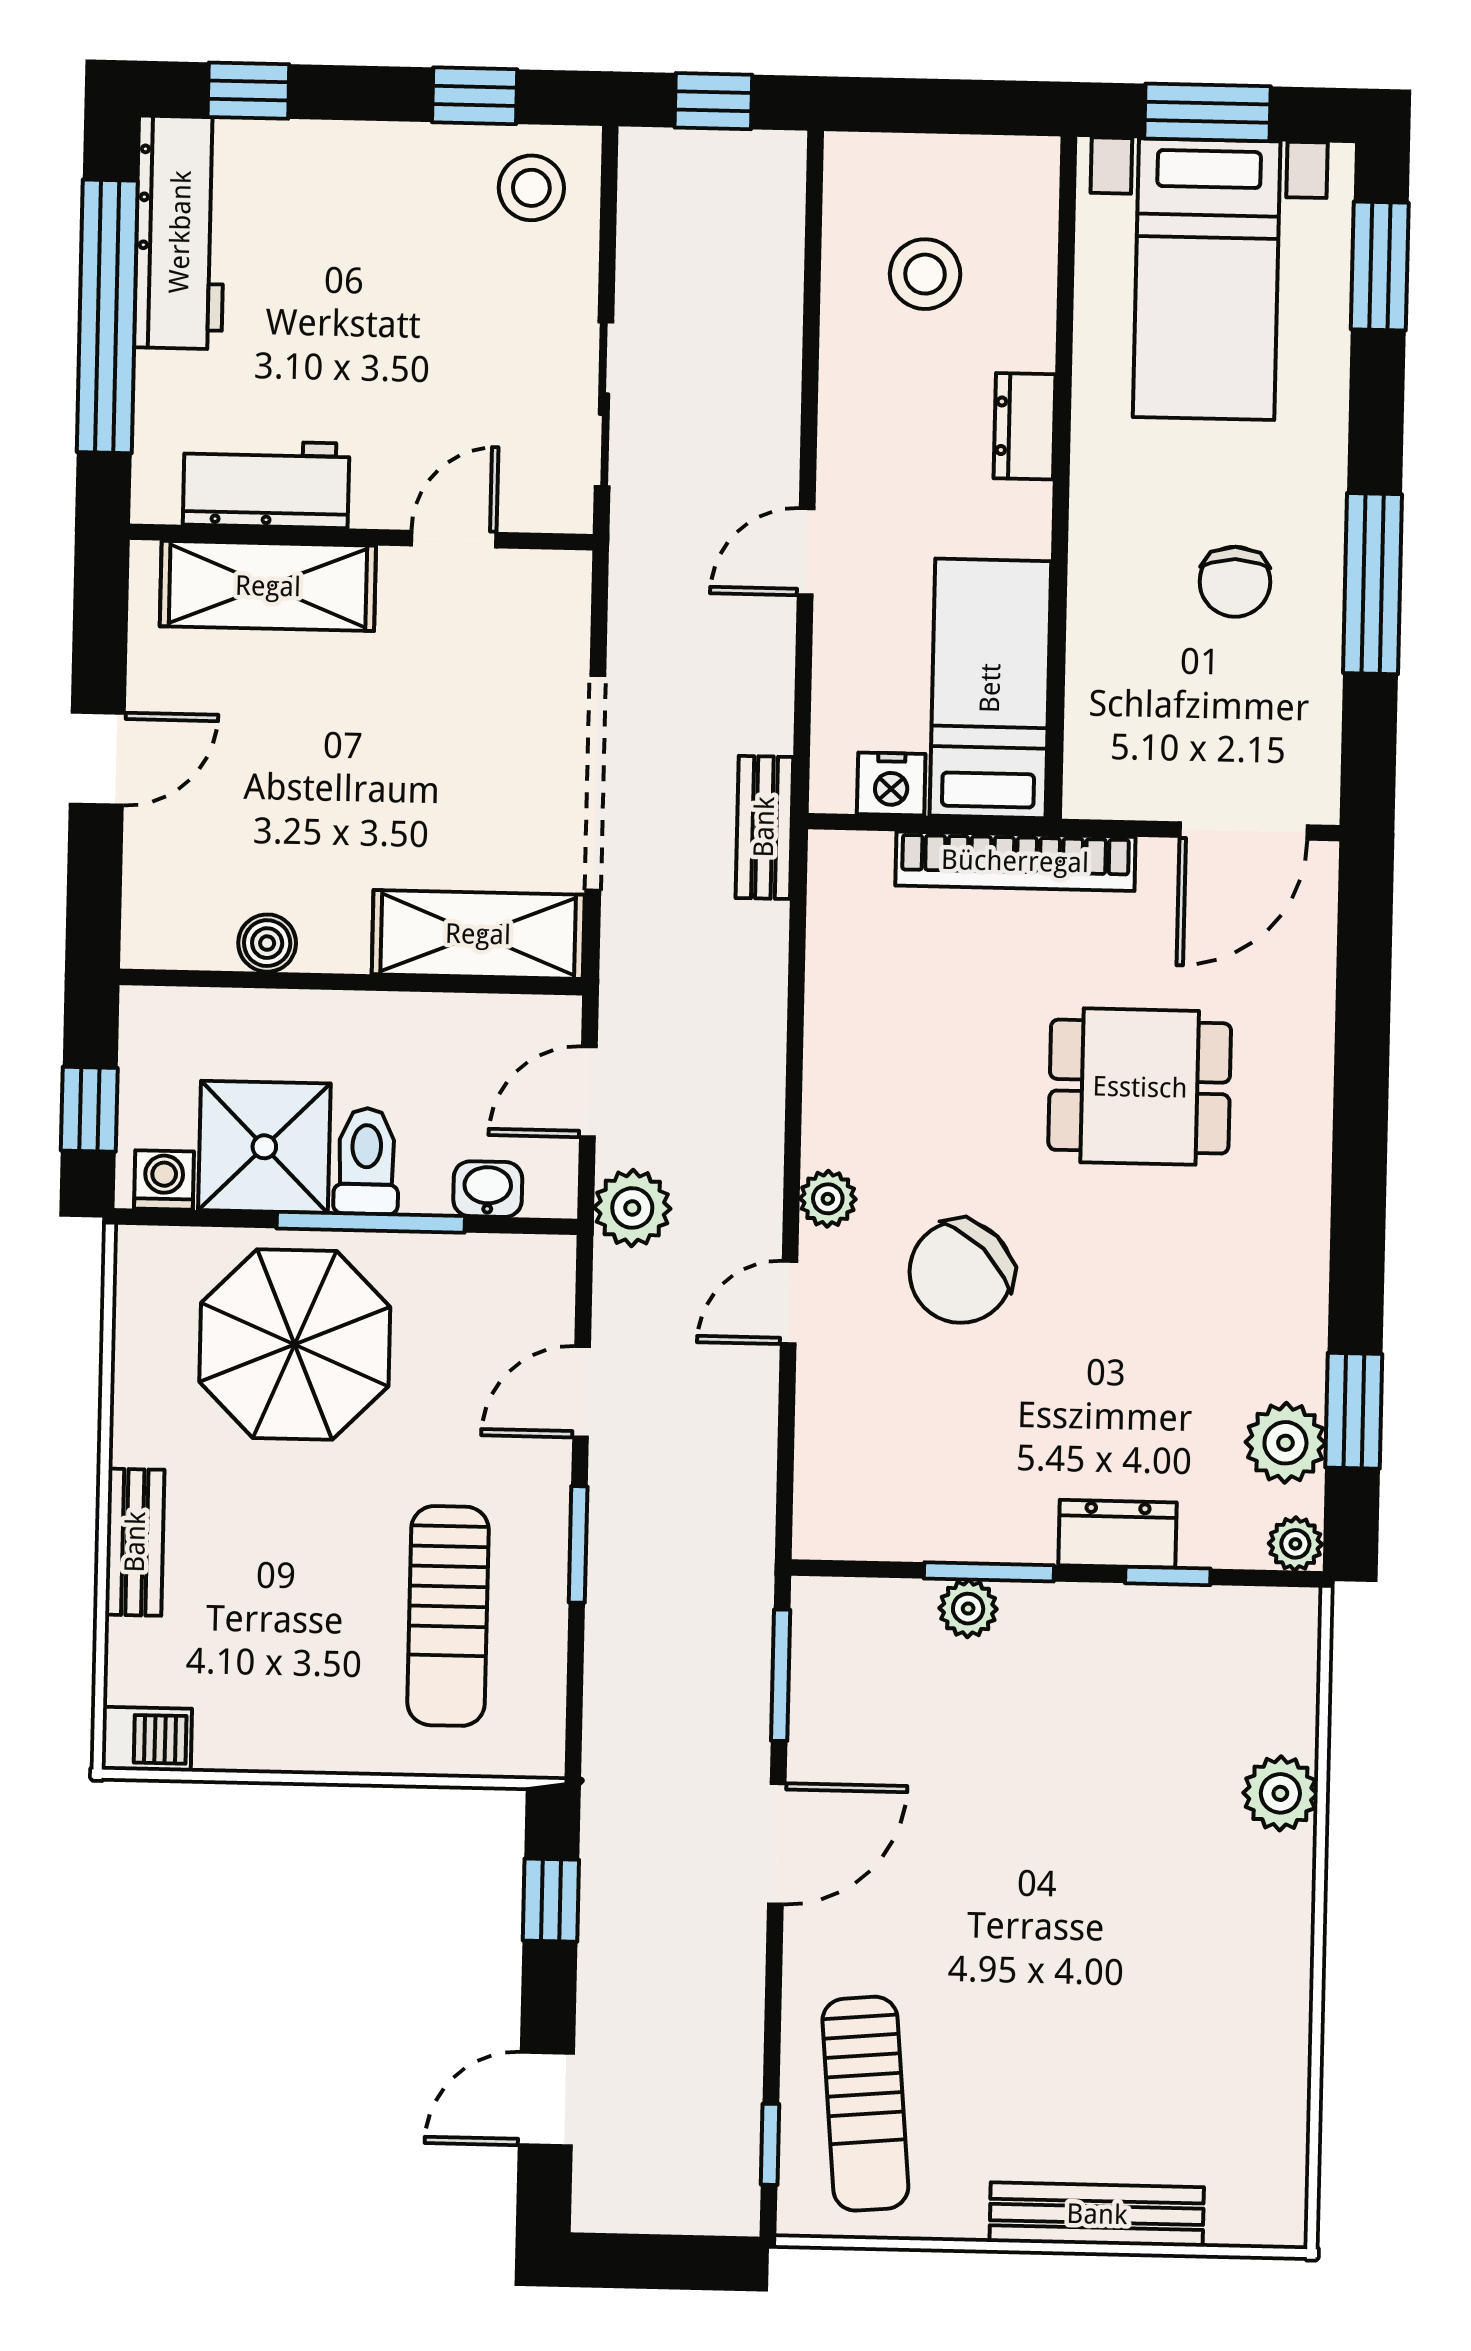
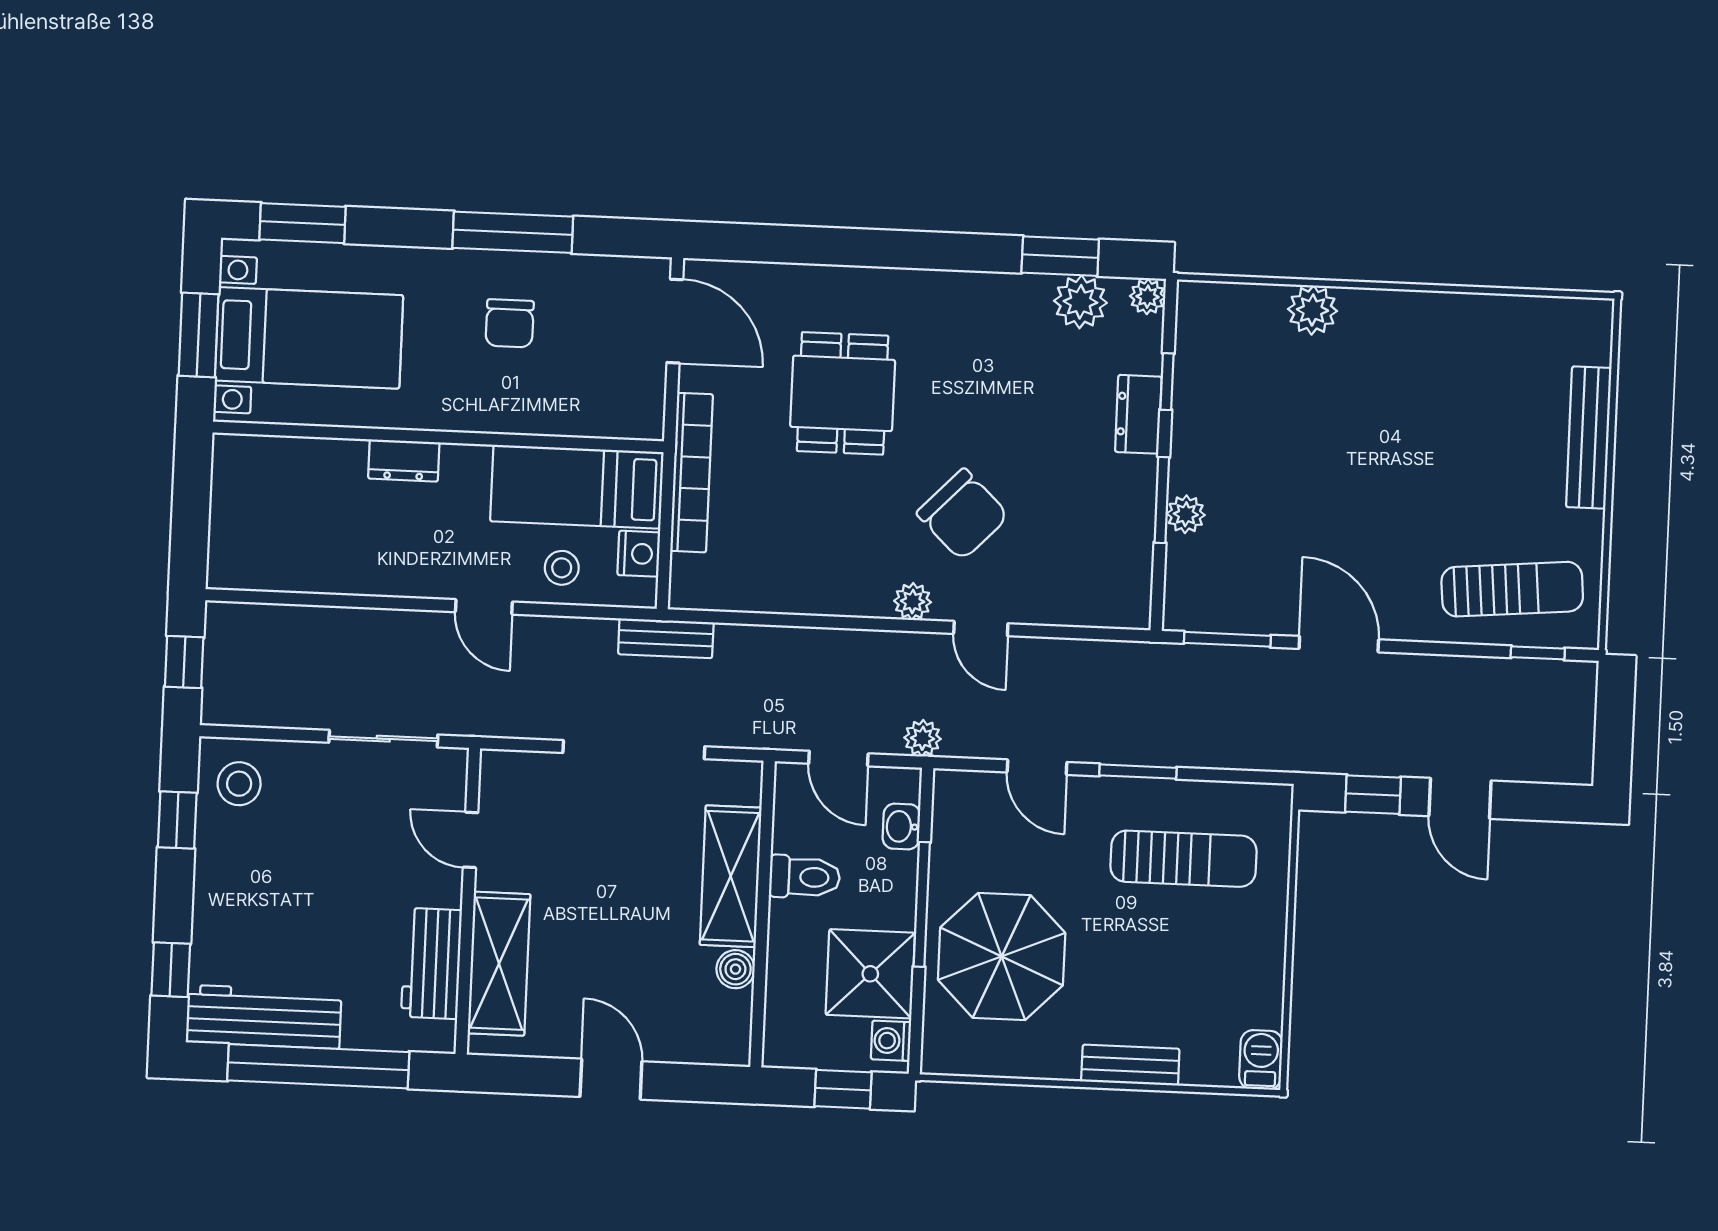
stool: (925, 274) -> (562, 568), moved, width x0.73, depth x0.73
chair: (1235, 582) -> (510, 323), turned 90
shelving: (478, 934) -> (731, 876), moved
toilet: (366, 1161) -> (805, 877), moved, turned 180
plant: (632, 1208) -> (923, 738), width x0.73, depth x0.73
door: (546, 2099) -> (1460, 798), moved

